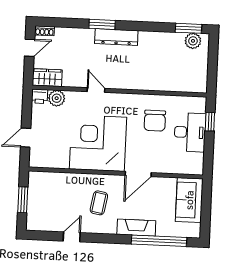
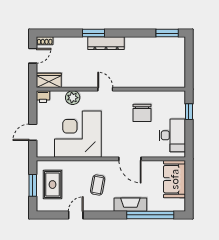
plant: (193, 41) -> (171, 44), removed
door: (96, 90) -> (105, 89), moved
plant: (57, 98) -> (73, 98), moved
desk: (190, 132) -> (172, 135), moved
corner desk: (98, 143) -> (78, 134), moved
door: (138, 174) -> (130, 159), hinge flipped
rug: (46, 200) -> (53, 185), added

